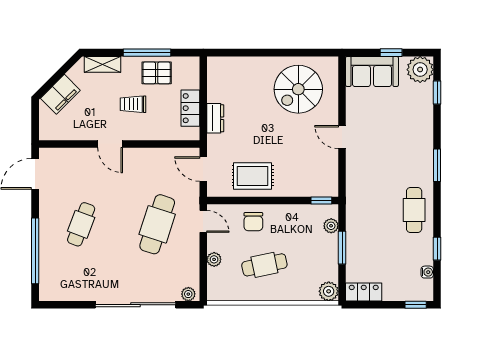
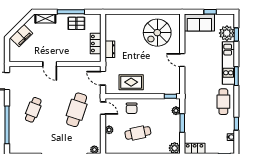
plant: (420, 70) -> (227, 33), moved
trolley: (133, 104) -> (63, 41), removed
kitchen unit: (423, 142) -> (228, 63), added

